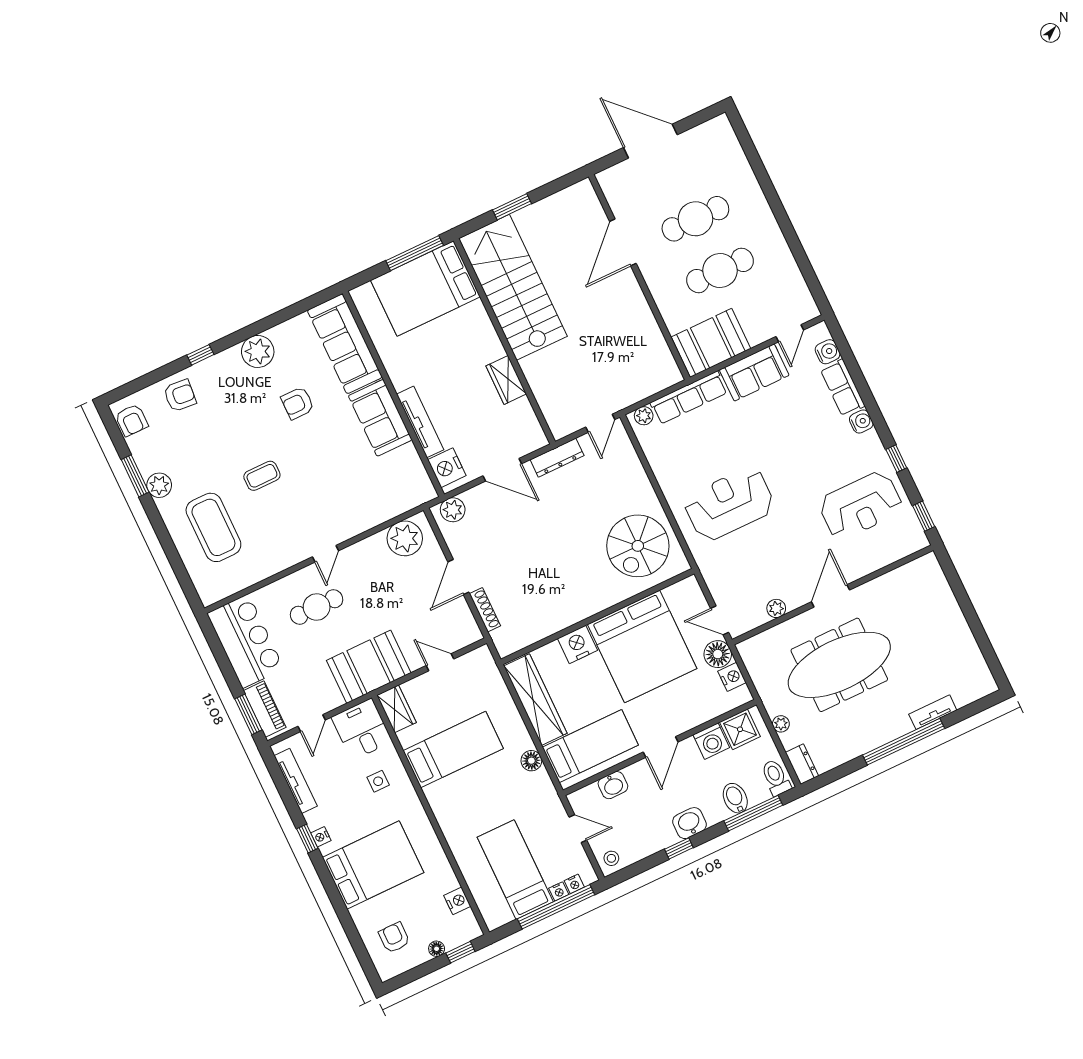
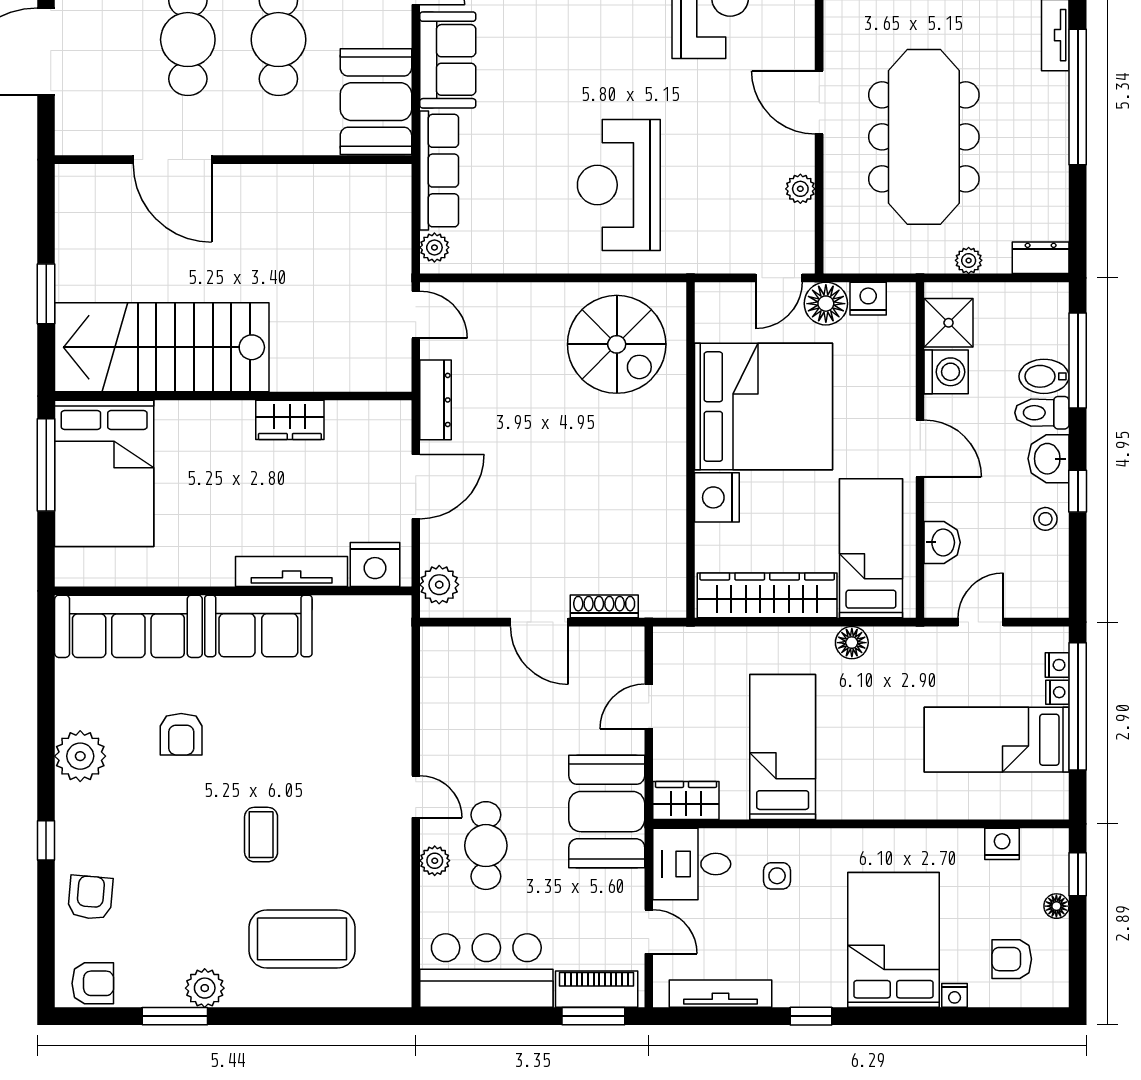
plant: (405, 538) -> (435, 861), moved, width x0.53, depth x0.53
toilet: (776, 777) -> (1042, 413), moved
nightstand: (321, 837) -> (955, 995), moved
stool: (611, 858) -> (1045, 519), moved

